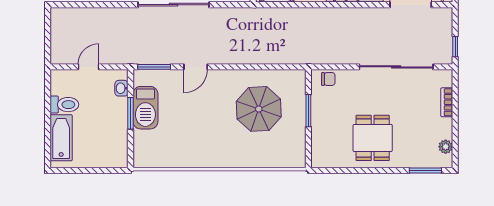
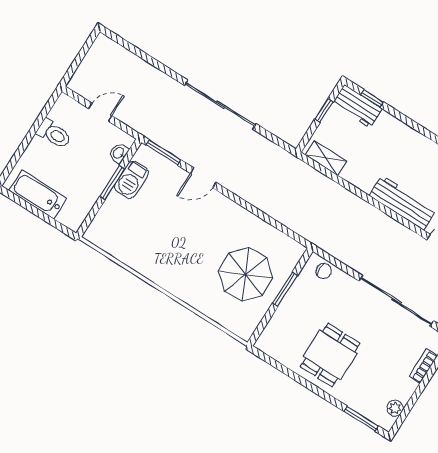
barbecue: (145, 108) -> (131, 180), width x0.73, depth x0.83
parasol: (259, 109) -> (246, 274), moved
bathtub: (61, 138) -> (38, 195), moved, turned -90

